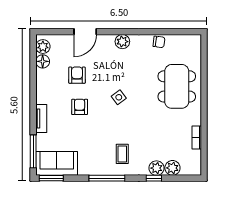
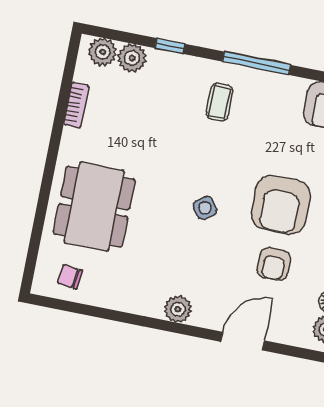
chair: (159, 42) -> (70, 277), moved
armchair: (80, 107) -> (281, 205), width x1.88, depth x1.88
plant: (156, 168) -> (103, 52), moved

